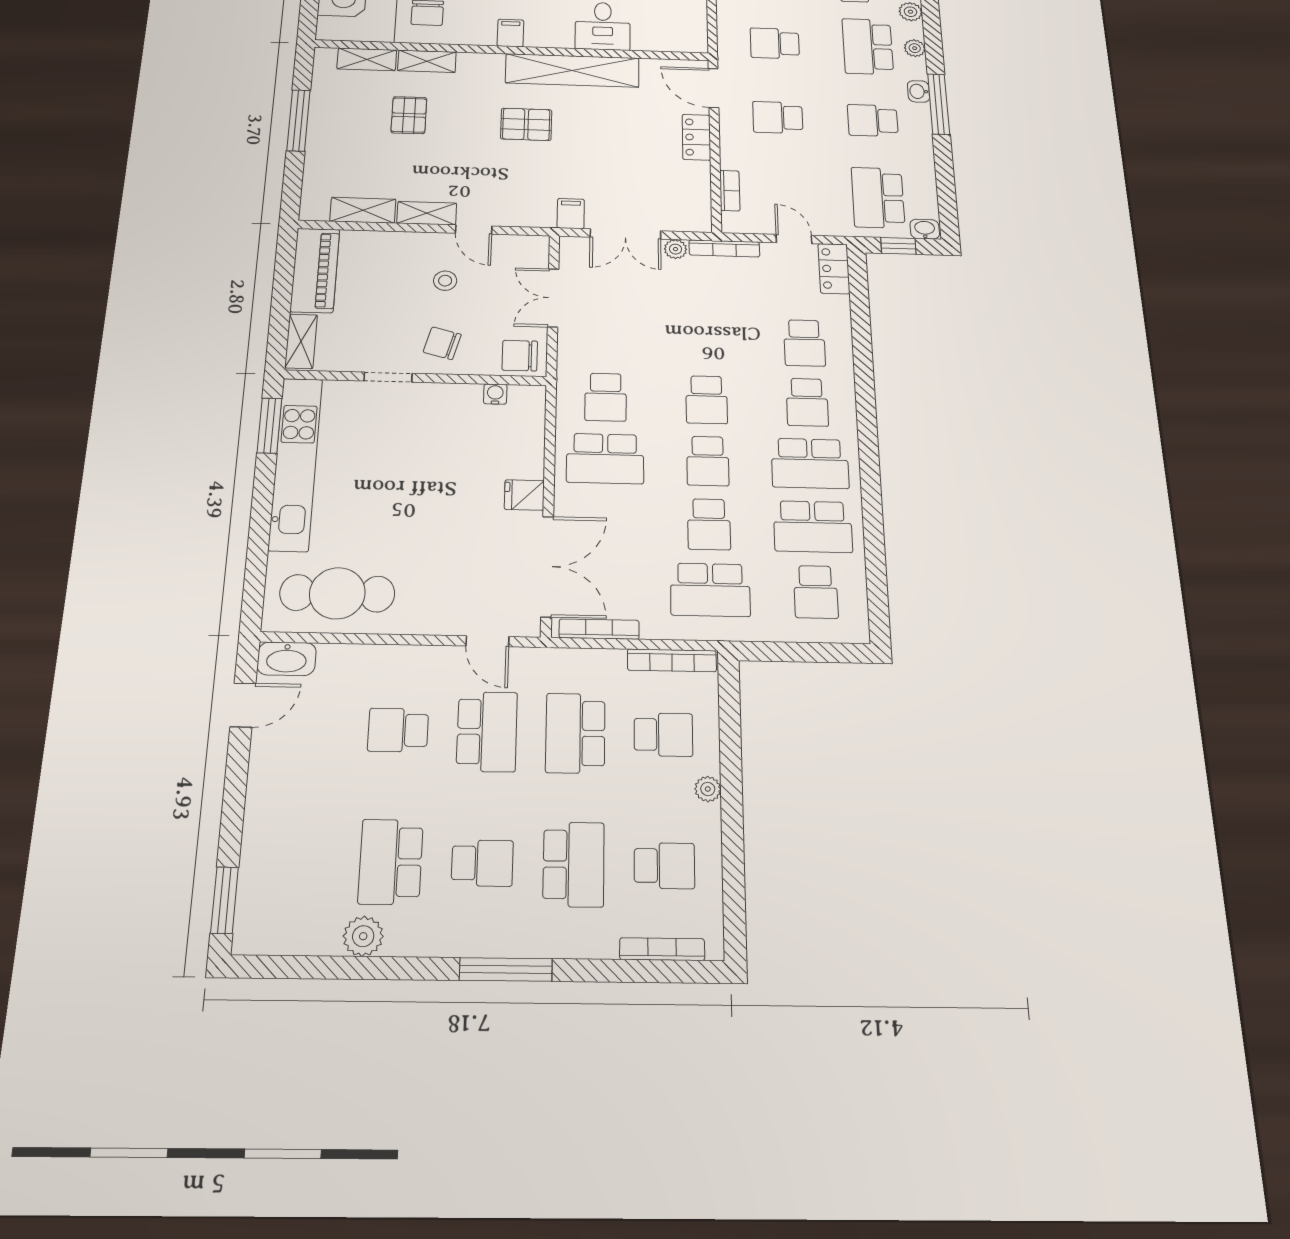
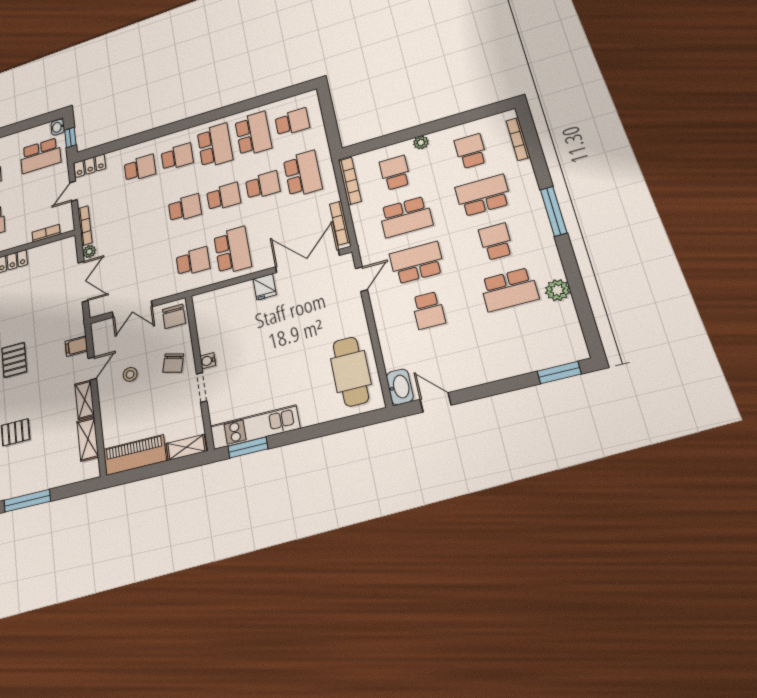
filing cabinet: (571, 214) -> (76, 346), moved
water cooler: (495, 394) -> (208, 361), moved
kitchen unit: (296, 463) -> (255, 427), width x0.73

